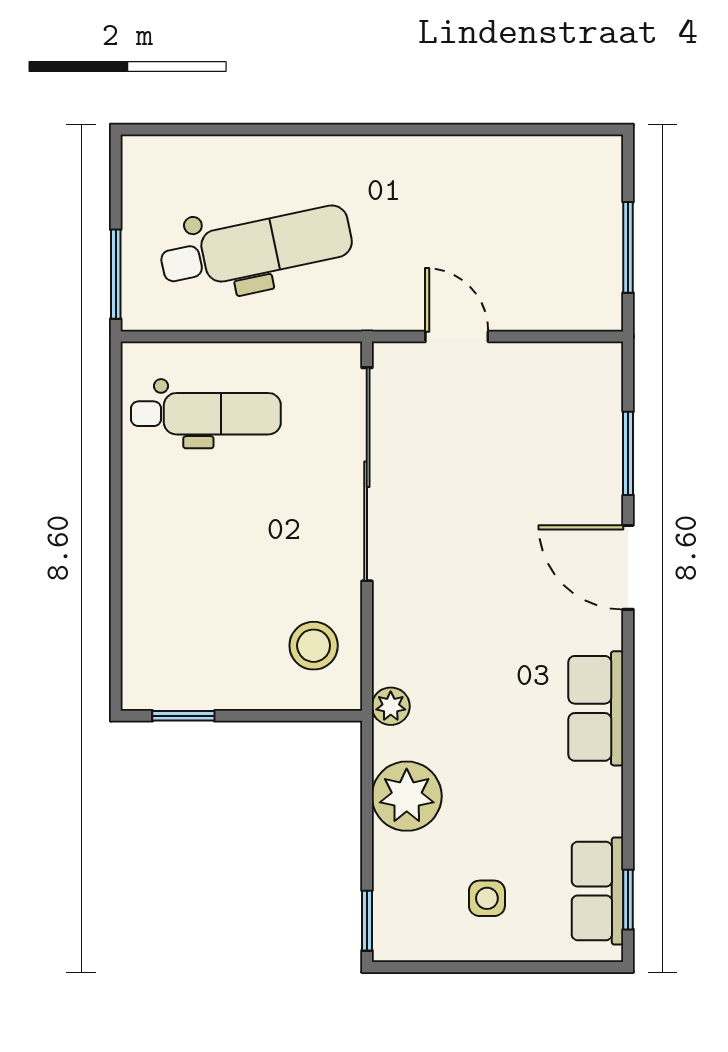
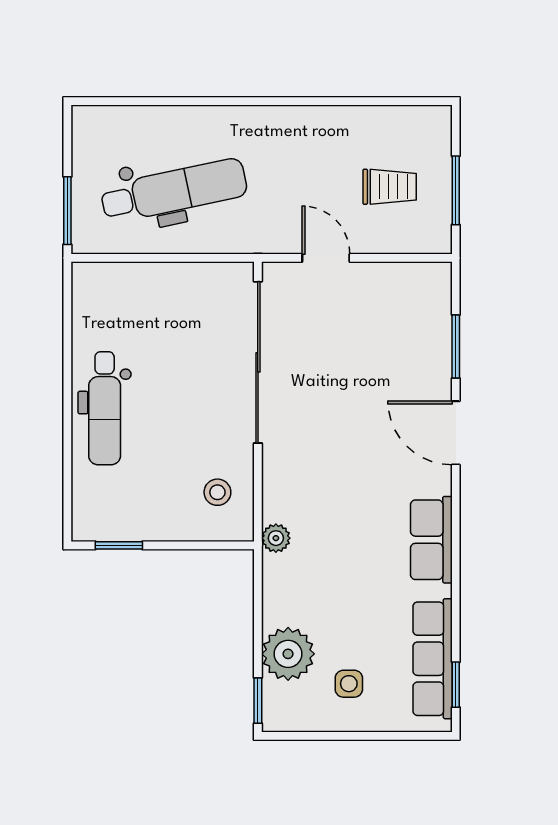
trolley: (541, 243) -> (390, 187), added
dental chair: (206, 414) -> (105, 408), moved, turned 90
stool: (314, 646) -> (217, 492), width x0.73, depth x0.73
plant: (407, 796) -> (288, 654), moved
row of seats: (597, 891) -> (433, 659), width x1.48

